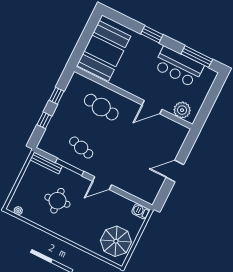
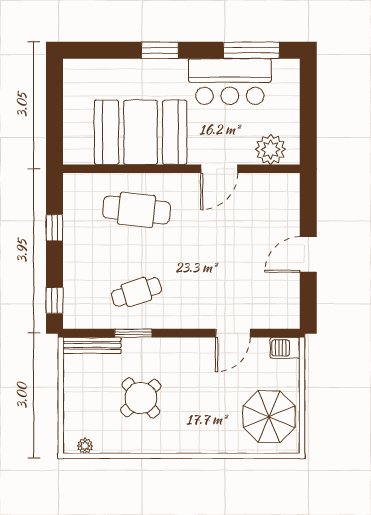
booth: (104, 51) -> (141, 132), moved, turned 90
window: (44, 120) -> (55, 300), moved
cafe table: (81, 148) -> (136, 292), turned -33
window: (70, 167) -> (133, 333), width x0.69
door: (102, 183) -> (233, 333), moved
round table: (57, 201) -> (141, 398), turned -36

